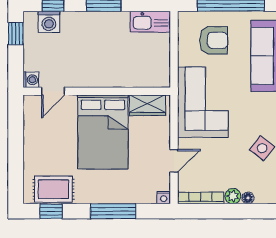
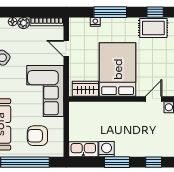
washing machine: (49, 22) -> (107, 149), moved
door: (174, 161) -> (66, 49), hinge flipped
nightstand: (164, 198) -> (95, 22), moved

